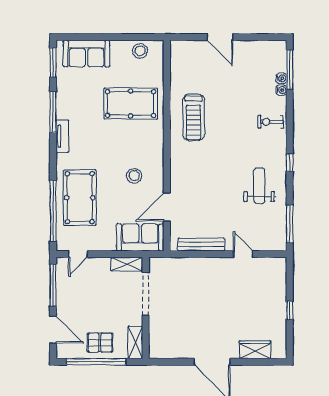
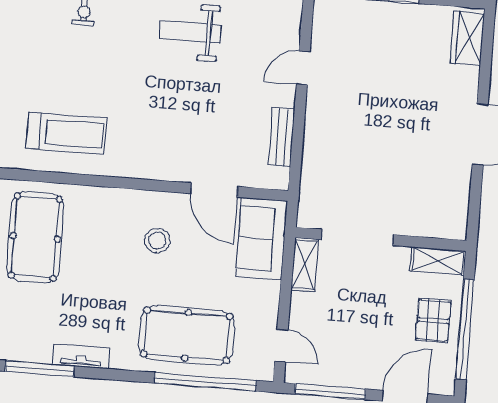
bench: (201, 245) -> (282, 137), width x0.73
wardrobe: (255, 350) -> (467, 38), moved

